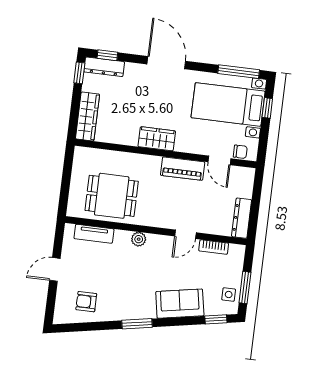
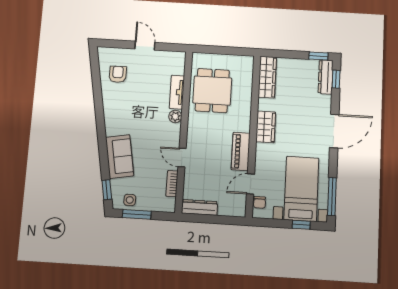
wardrobe: (87, 116) -> (267, 77), moved, turned -90
tv unit: (94, 234) -> (177, 92), moved
window: (137, 324) -> (100, 120), removed

